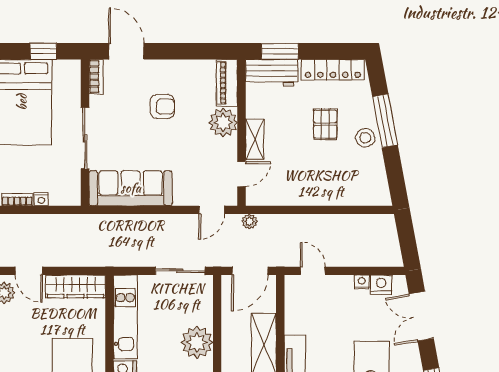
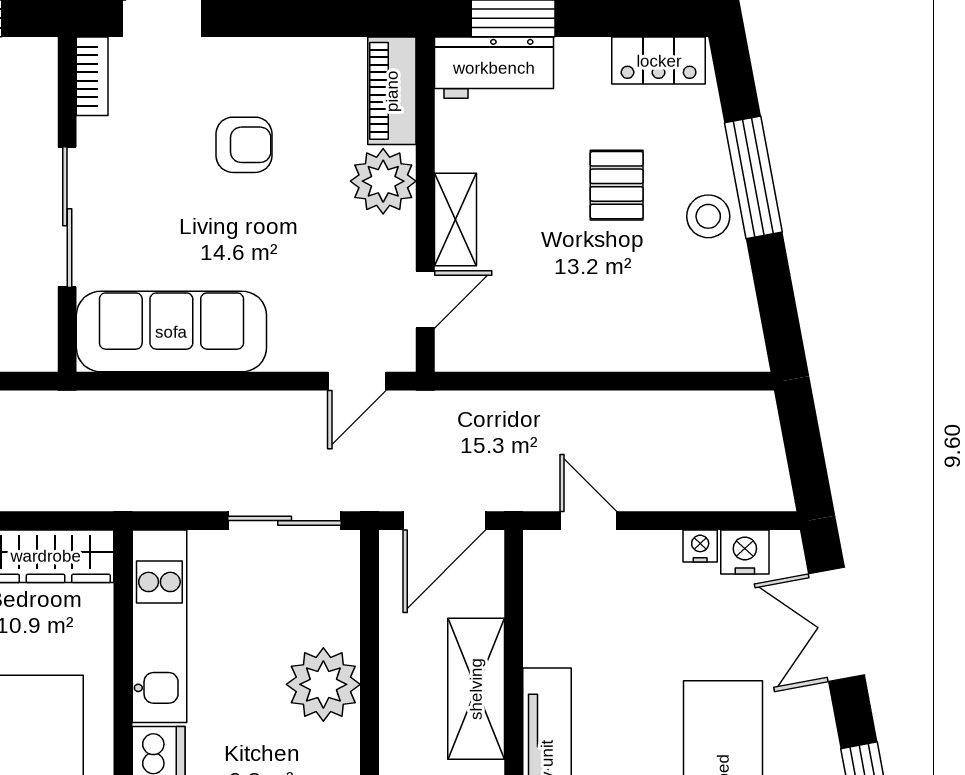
locker: (333, 70) -> (659, 61), width x0.66
plant: (250, 222) -> (444, 408), removed

